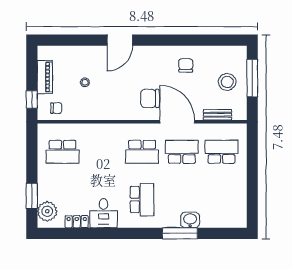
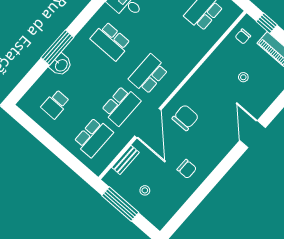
window: (252, 78) -> (120, 204), moved
stool: (227, 82) -> (145, 190), width x0.53, depth x0.53
door: (177, 122) -> (148, 123), hinge flipped
school desk: (222, 200) -> (55, 104), added

